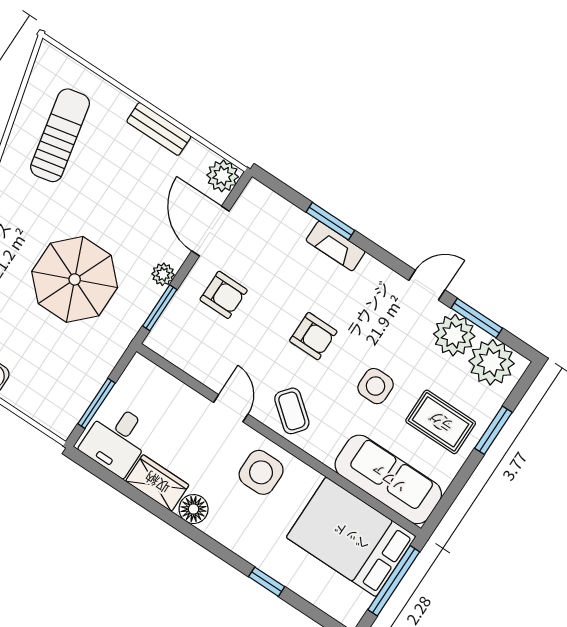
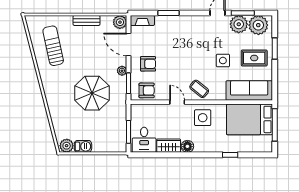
fireplace: (336, 246) -> (142, 20), moved
armchair: (313, 336) -> (147, 90), moved

